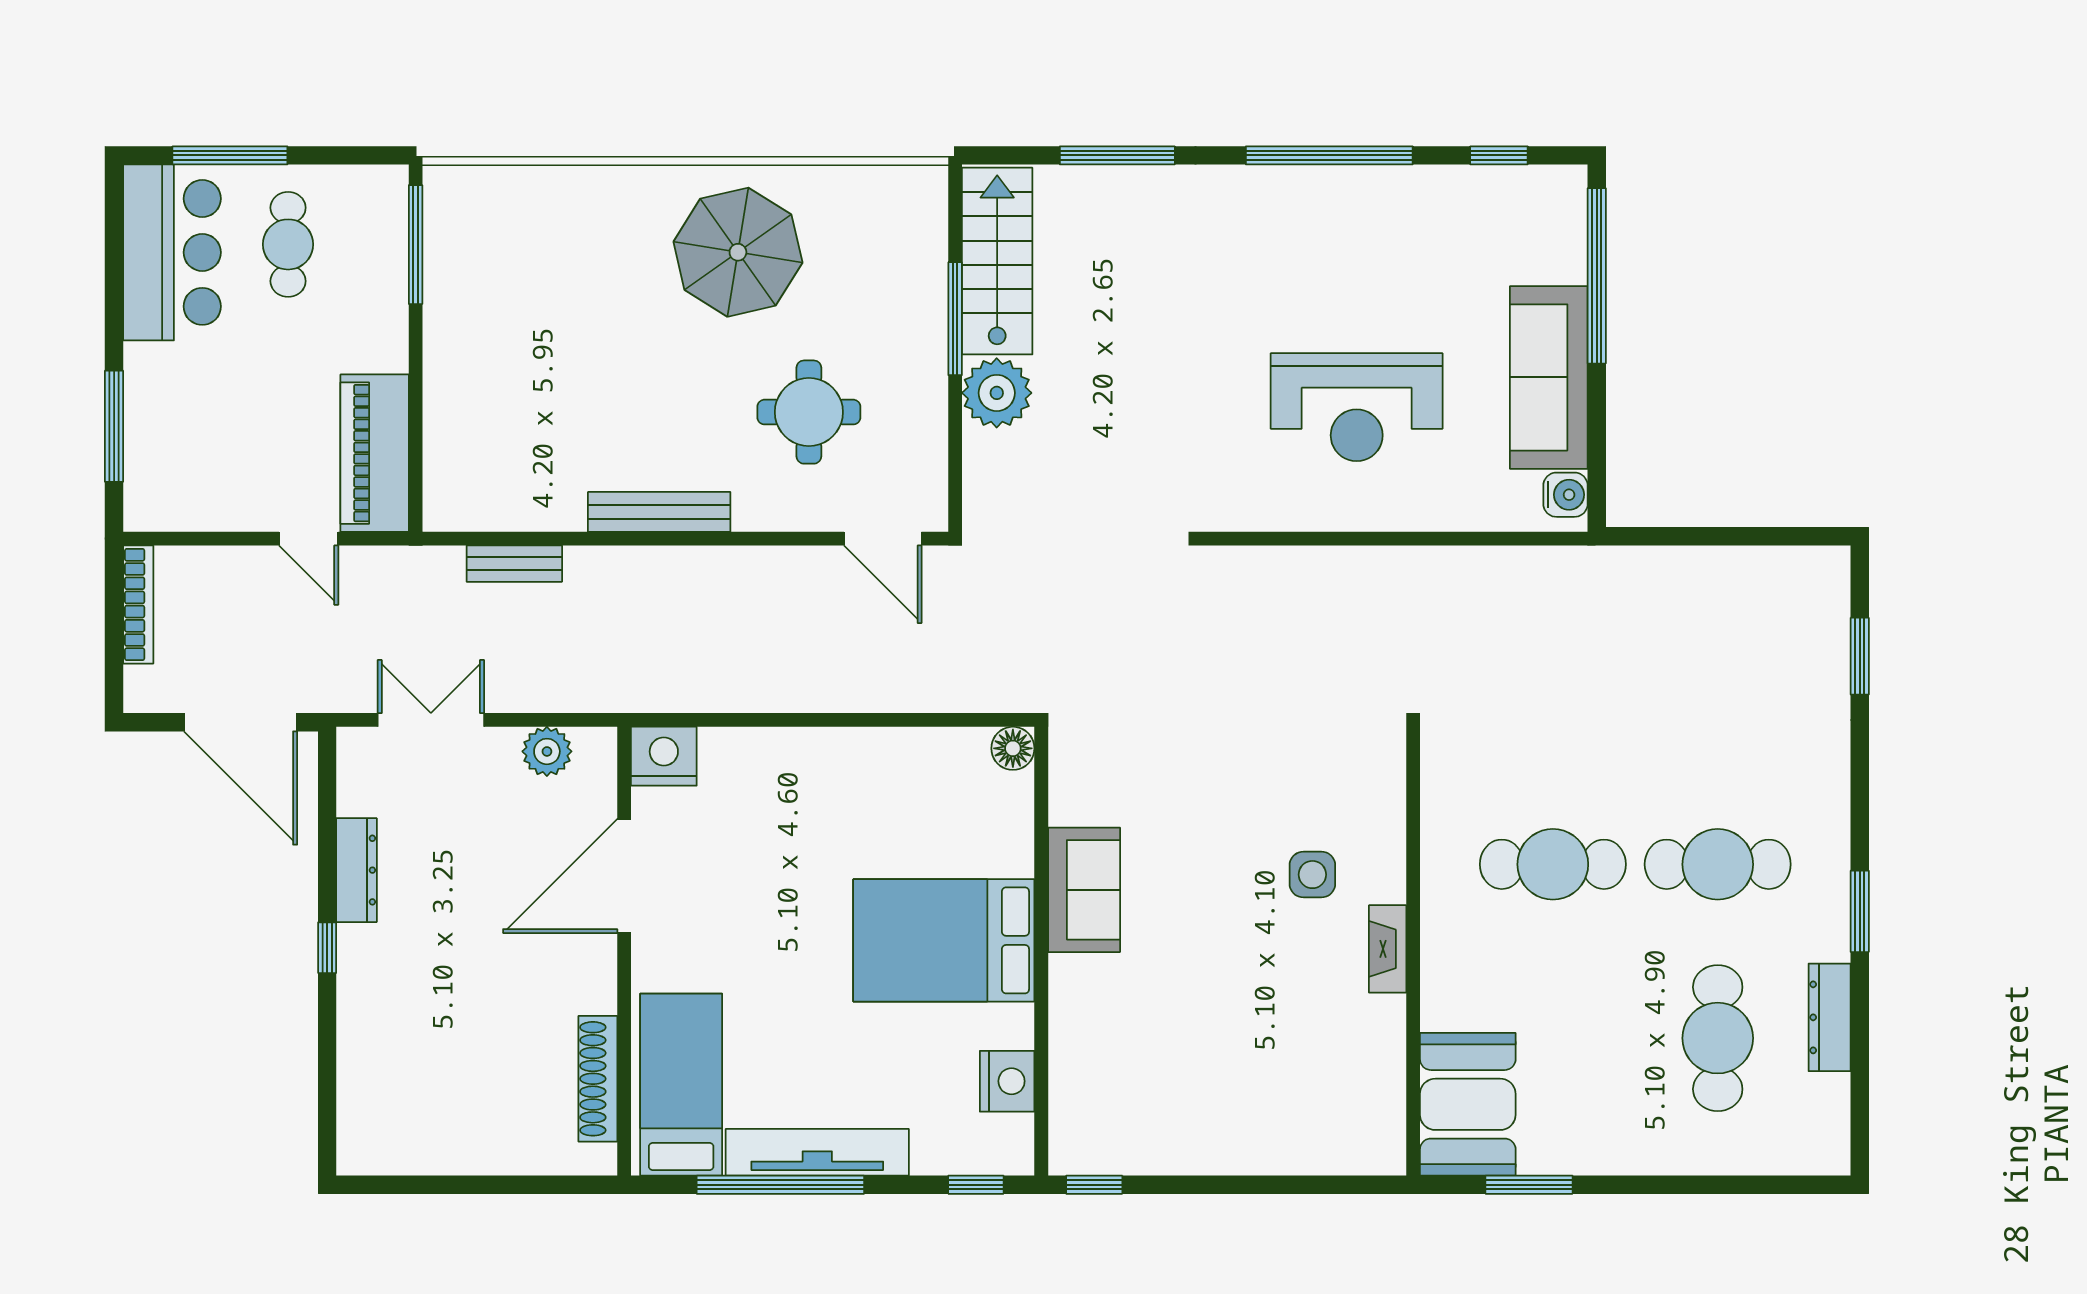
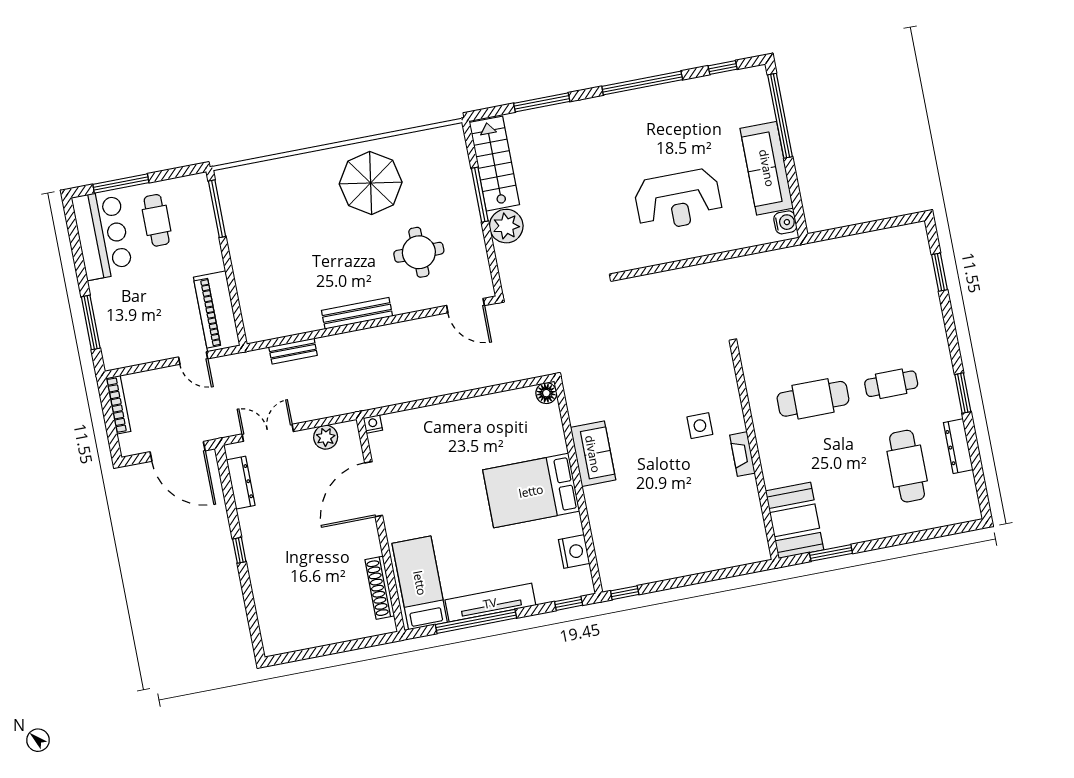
nightstand: (664, 756) -> (373, 424), width x0.53, depth x0.56
cafe table: (1718, 864) -> (891, 384), width x0.73, depth x0.74
dresser: (357, 870) -> (241, 483), moved

